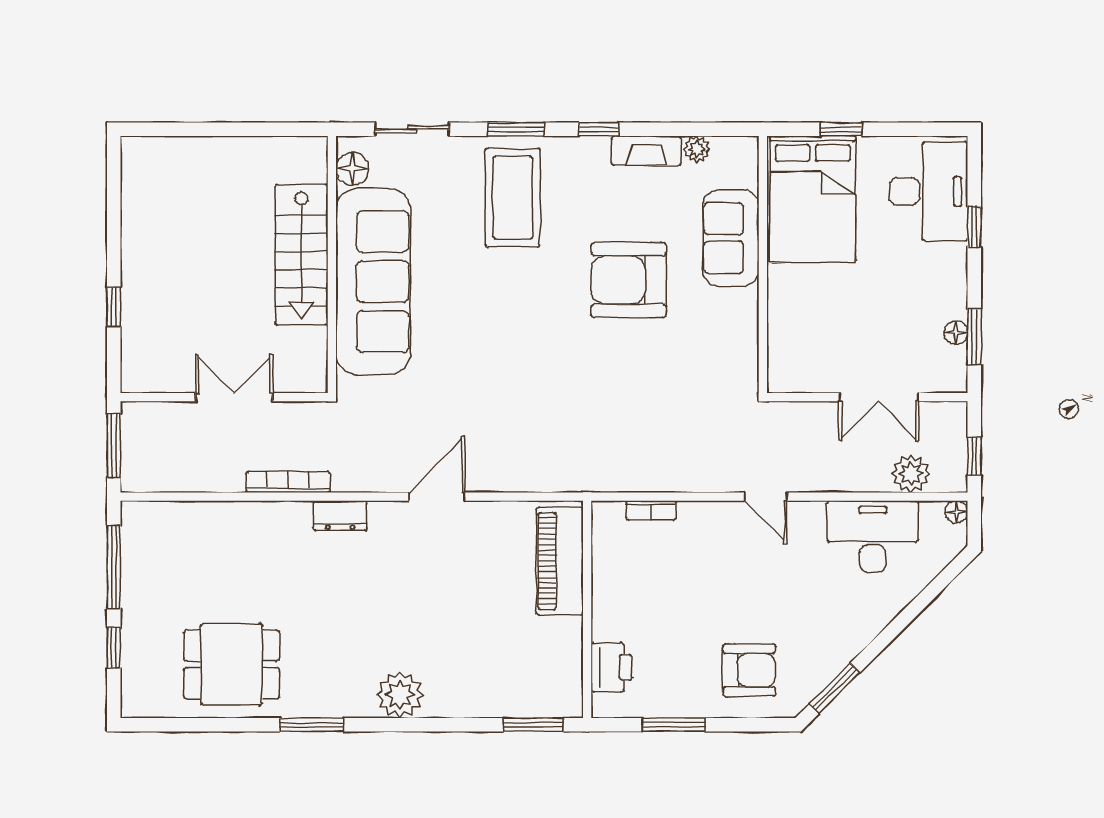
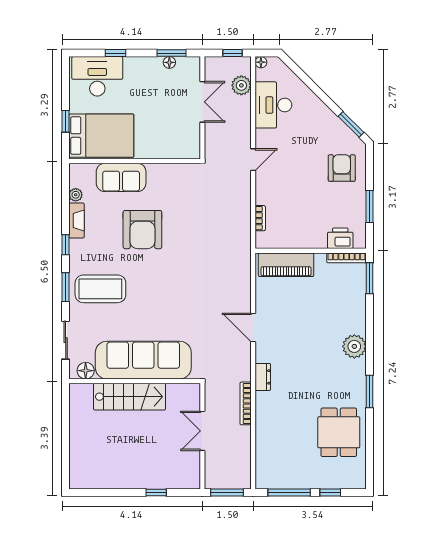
bookcase: (573, 680) -> (346, 258), added

